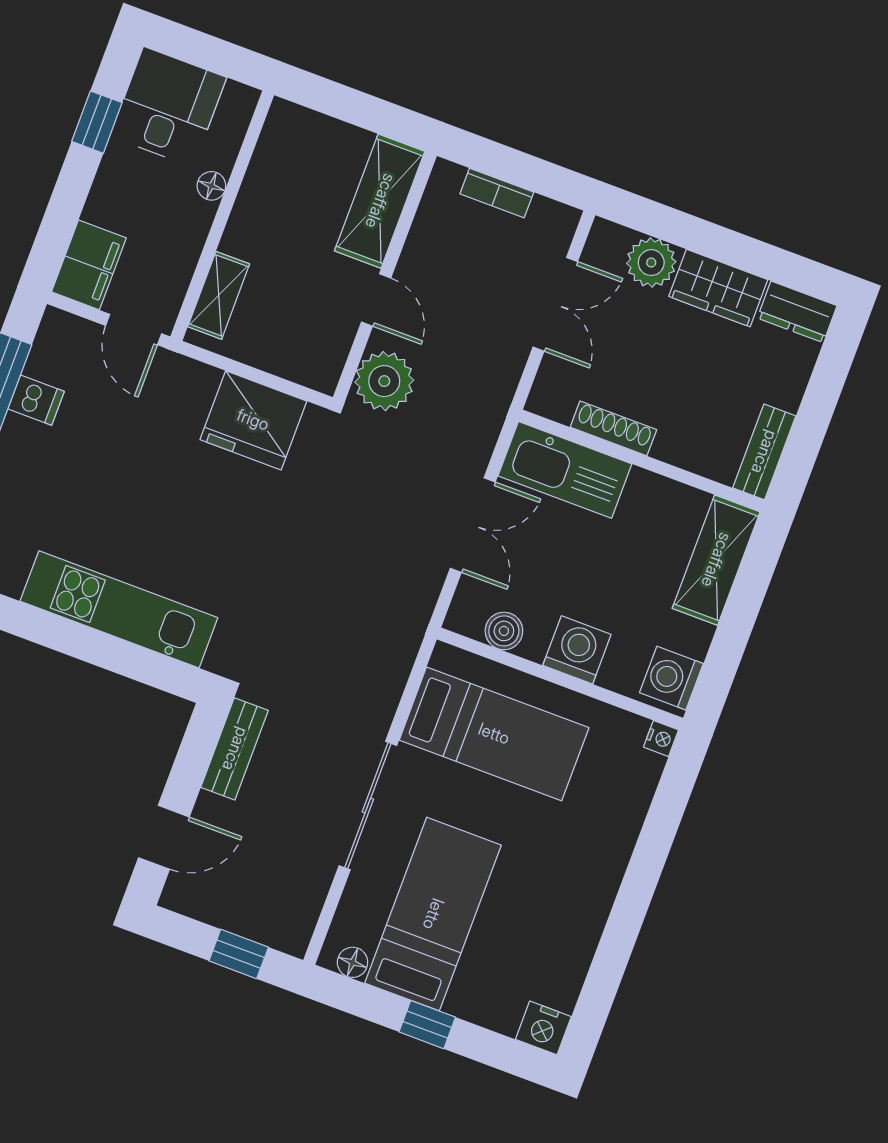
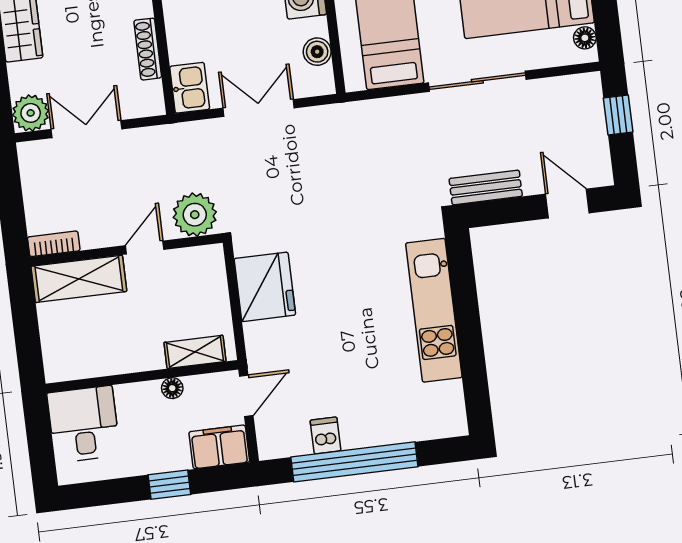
desk: (168, 107) -> (84, 424), moved, turned 90
window: (97, 122) -> (169, 485), moved
floor lamp: (211, 186) -> (172, 388), moved
bookcase: (497, 193) -> (54, 244), moved, turned -90
plant: (651, 263) -> (31, 113), moved
kitchen sink: (565, 470) -> (190, 88), width x0.53, depth x0.81

